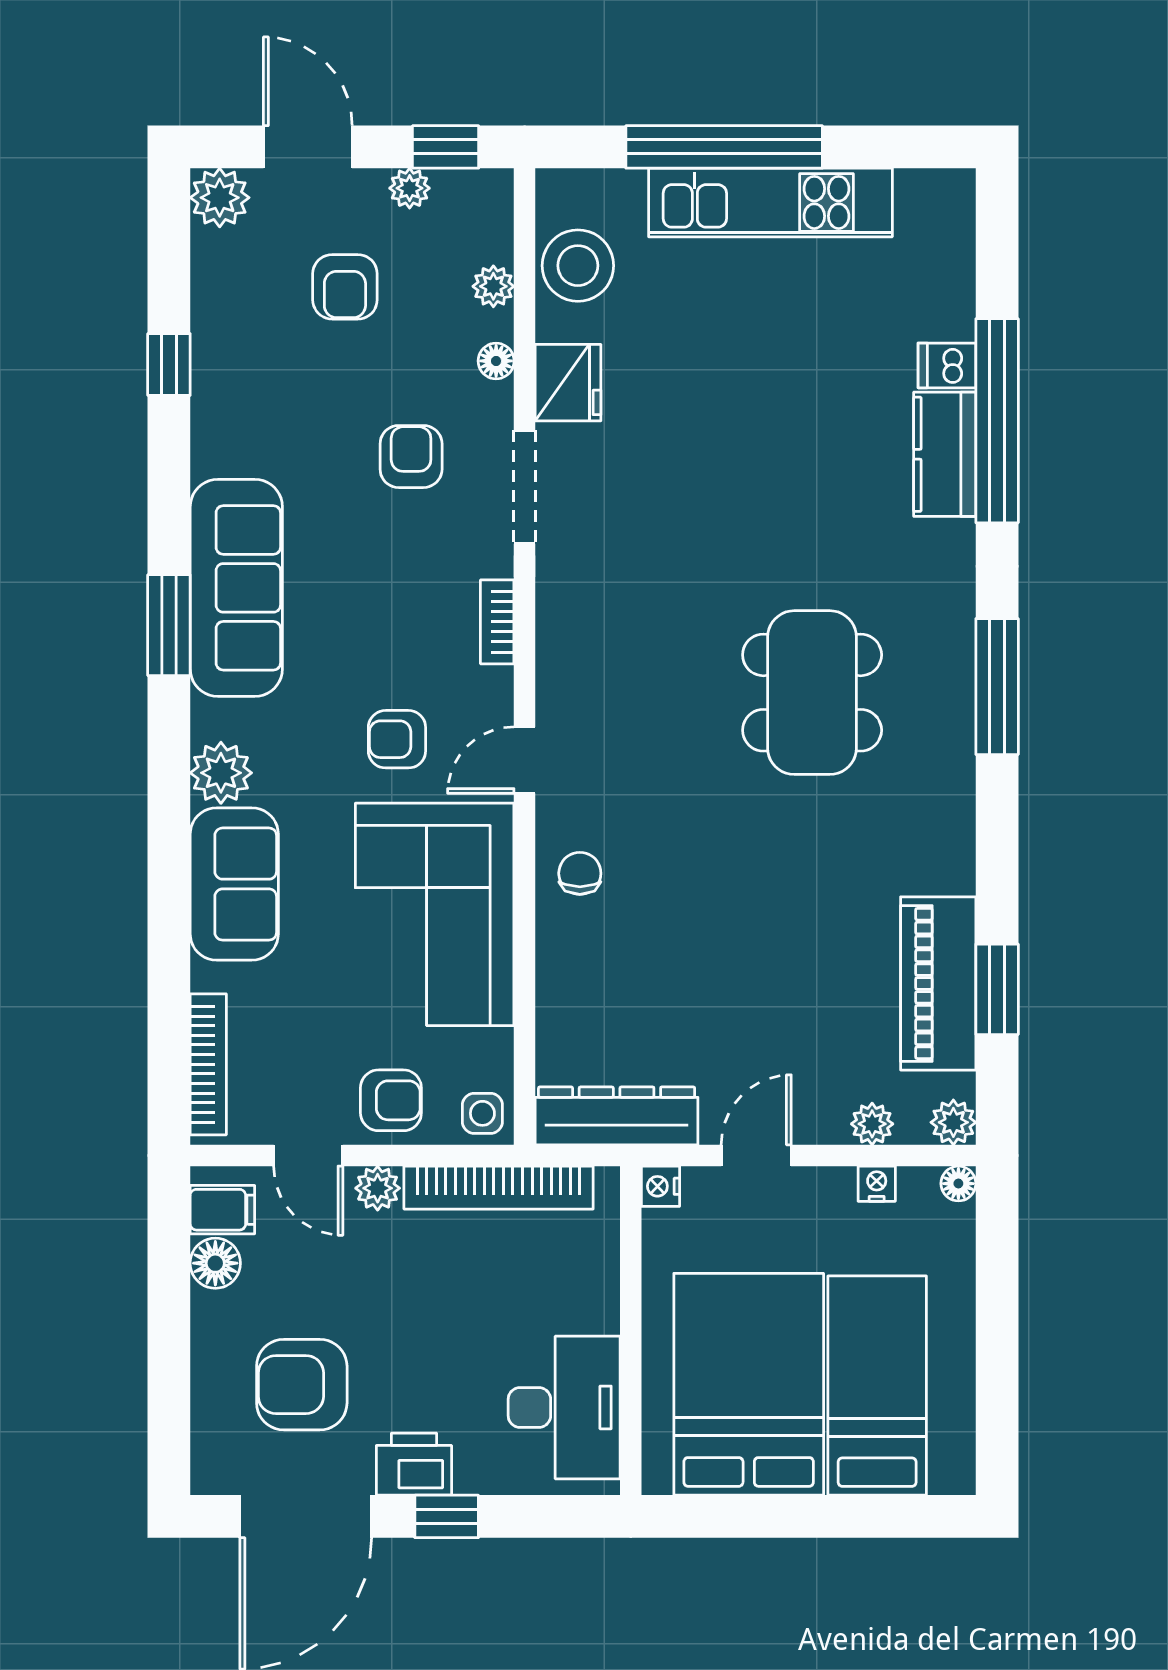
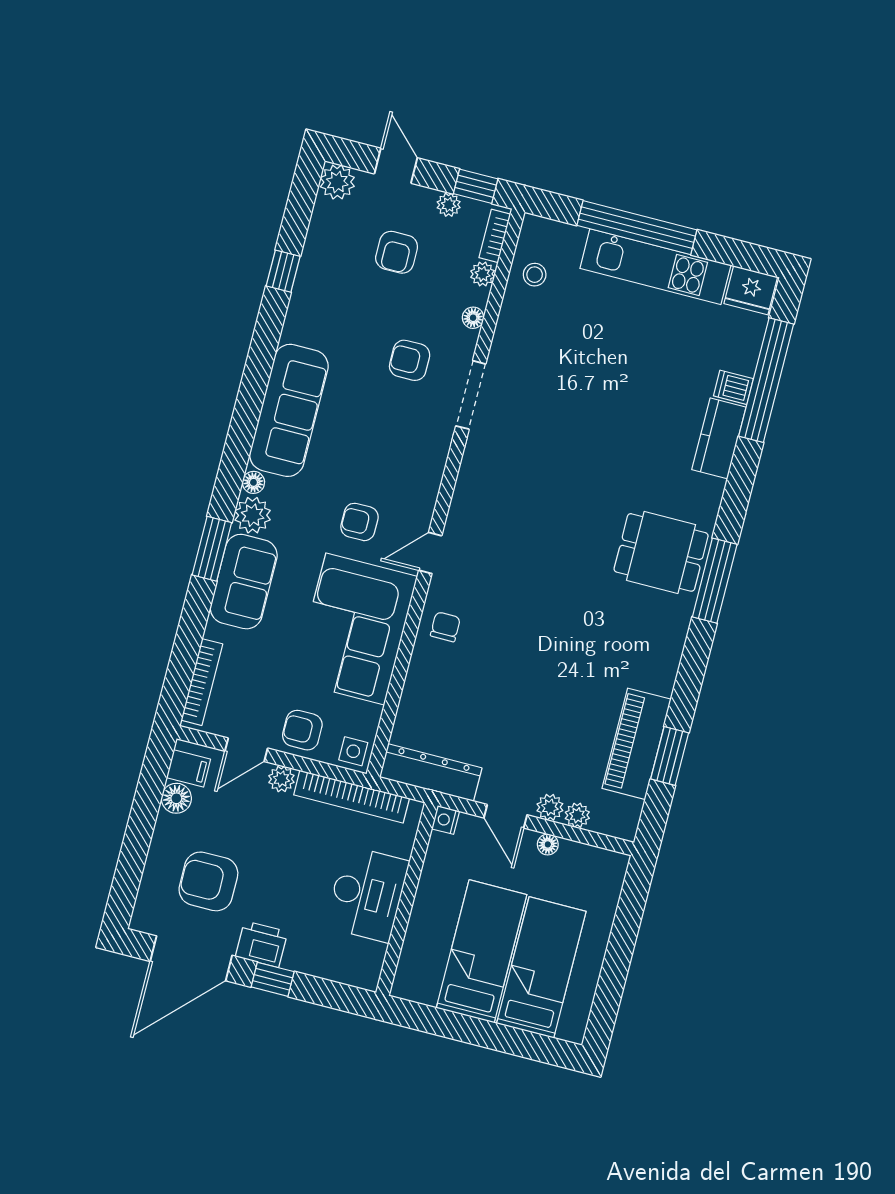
door: (308, 147) -> (396, 166), width x0.73
stool: (578, 266) -> (535, 275), width x0.53, depth x0.53
fridge: (568, 383) -> (751, 290), moved, turned 90
window: (997, 421) -> (766, 380), moved
armchair: (411, 457) -> (410, 360), turned -90
bookcase: (497, 622) -> (495, 236), moved
window: (169, 625) -> (212, 549), moved
dining table: (812, 693) -> (661, 552), moved, width x0.73
floor lamp: (209, 719) -> (253, 482), added
armchair: (391, 1100) -> (302, 730), turned 180
plant: (953, 1122) -> (550, 807), moved
door: (308, 1155) -> (246, 750), hinge flipped
door: (756, 1155) -> (506, 816), swing flipped
nightstand: (877, 1184) -> (571, 851), removed
floor lamp: (958, 1184) -> (548, 844), moved
bed: (749, 1384) -> (482, 951), width x0.67
desk: (564, 1407) -> (367, 894), moved

